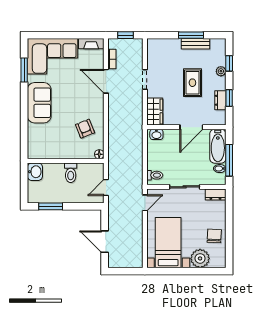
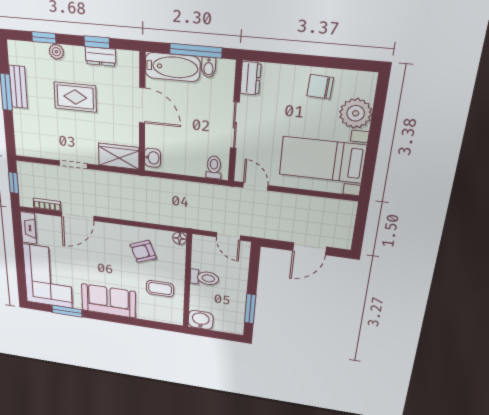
coffee table: (56, 141) -> (160, 289), added

